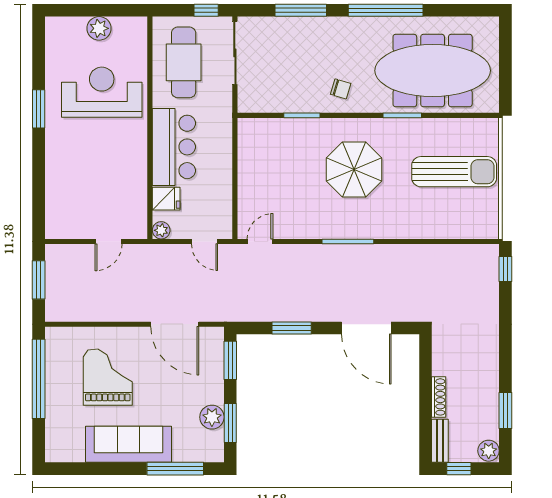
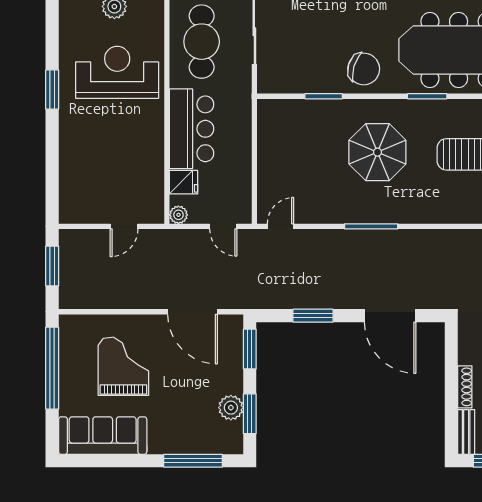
chair: (341, 89) -> (364, 69), width x1.87, depth x1.87
sofa: (129, 444) -> (103, 436), moved

